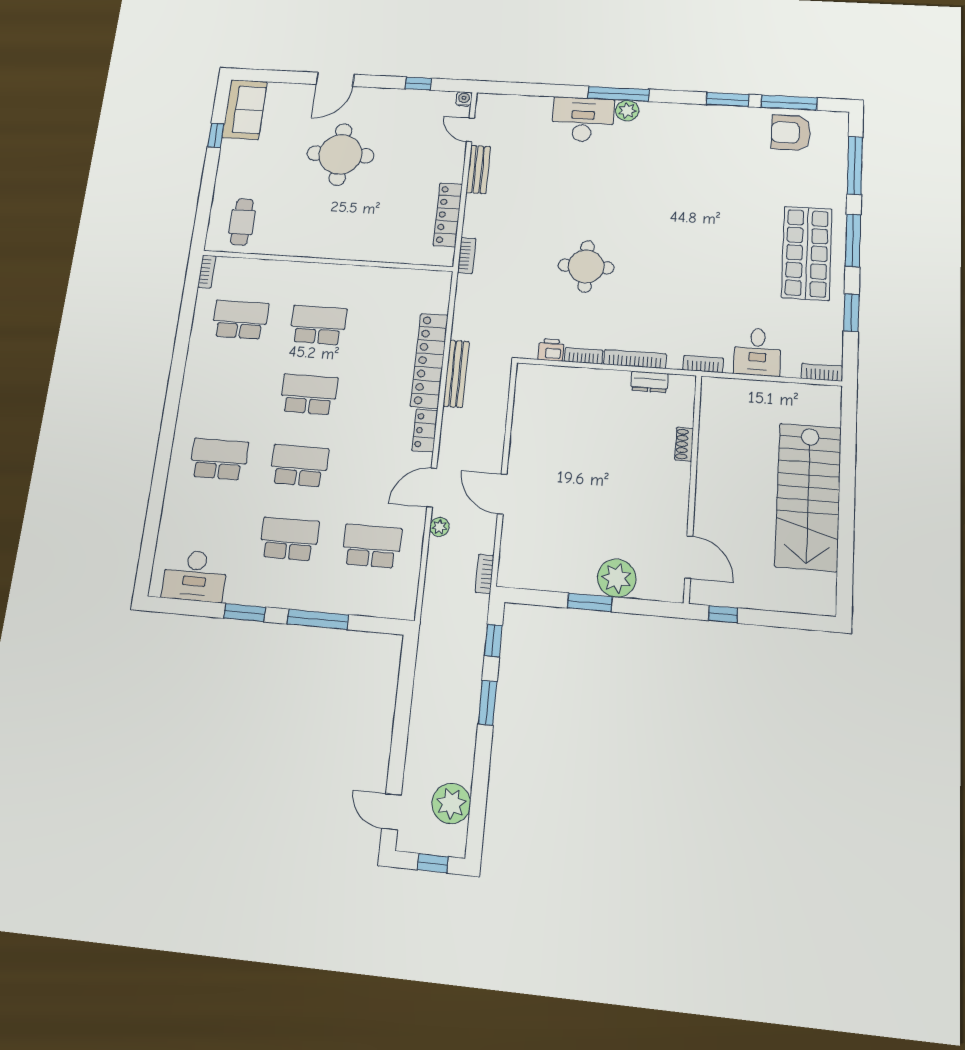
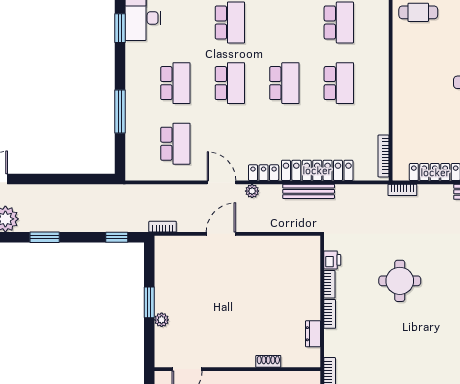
bookcase: (420, 276) -> (384, 156), added
bookcase: (635, 359) -> (330, 314), width x0.64
plant: (439, 527) -> (252, 191), moved
plant: (617, 578) -> (162, 320), width x0.53, depth x0.53
window: (245, 613) -> (120, 28), moved
window: (488, 703) -> (45, 237), moved

